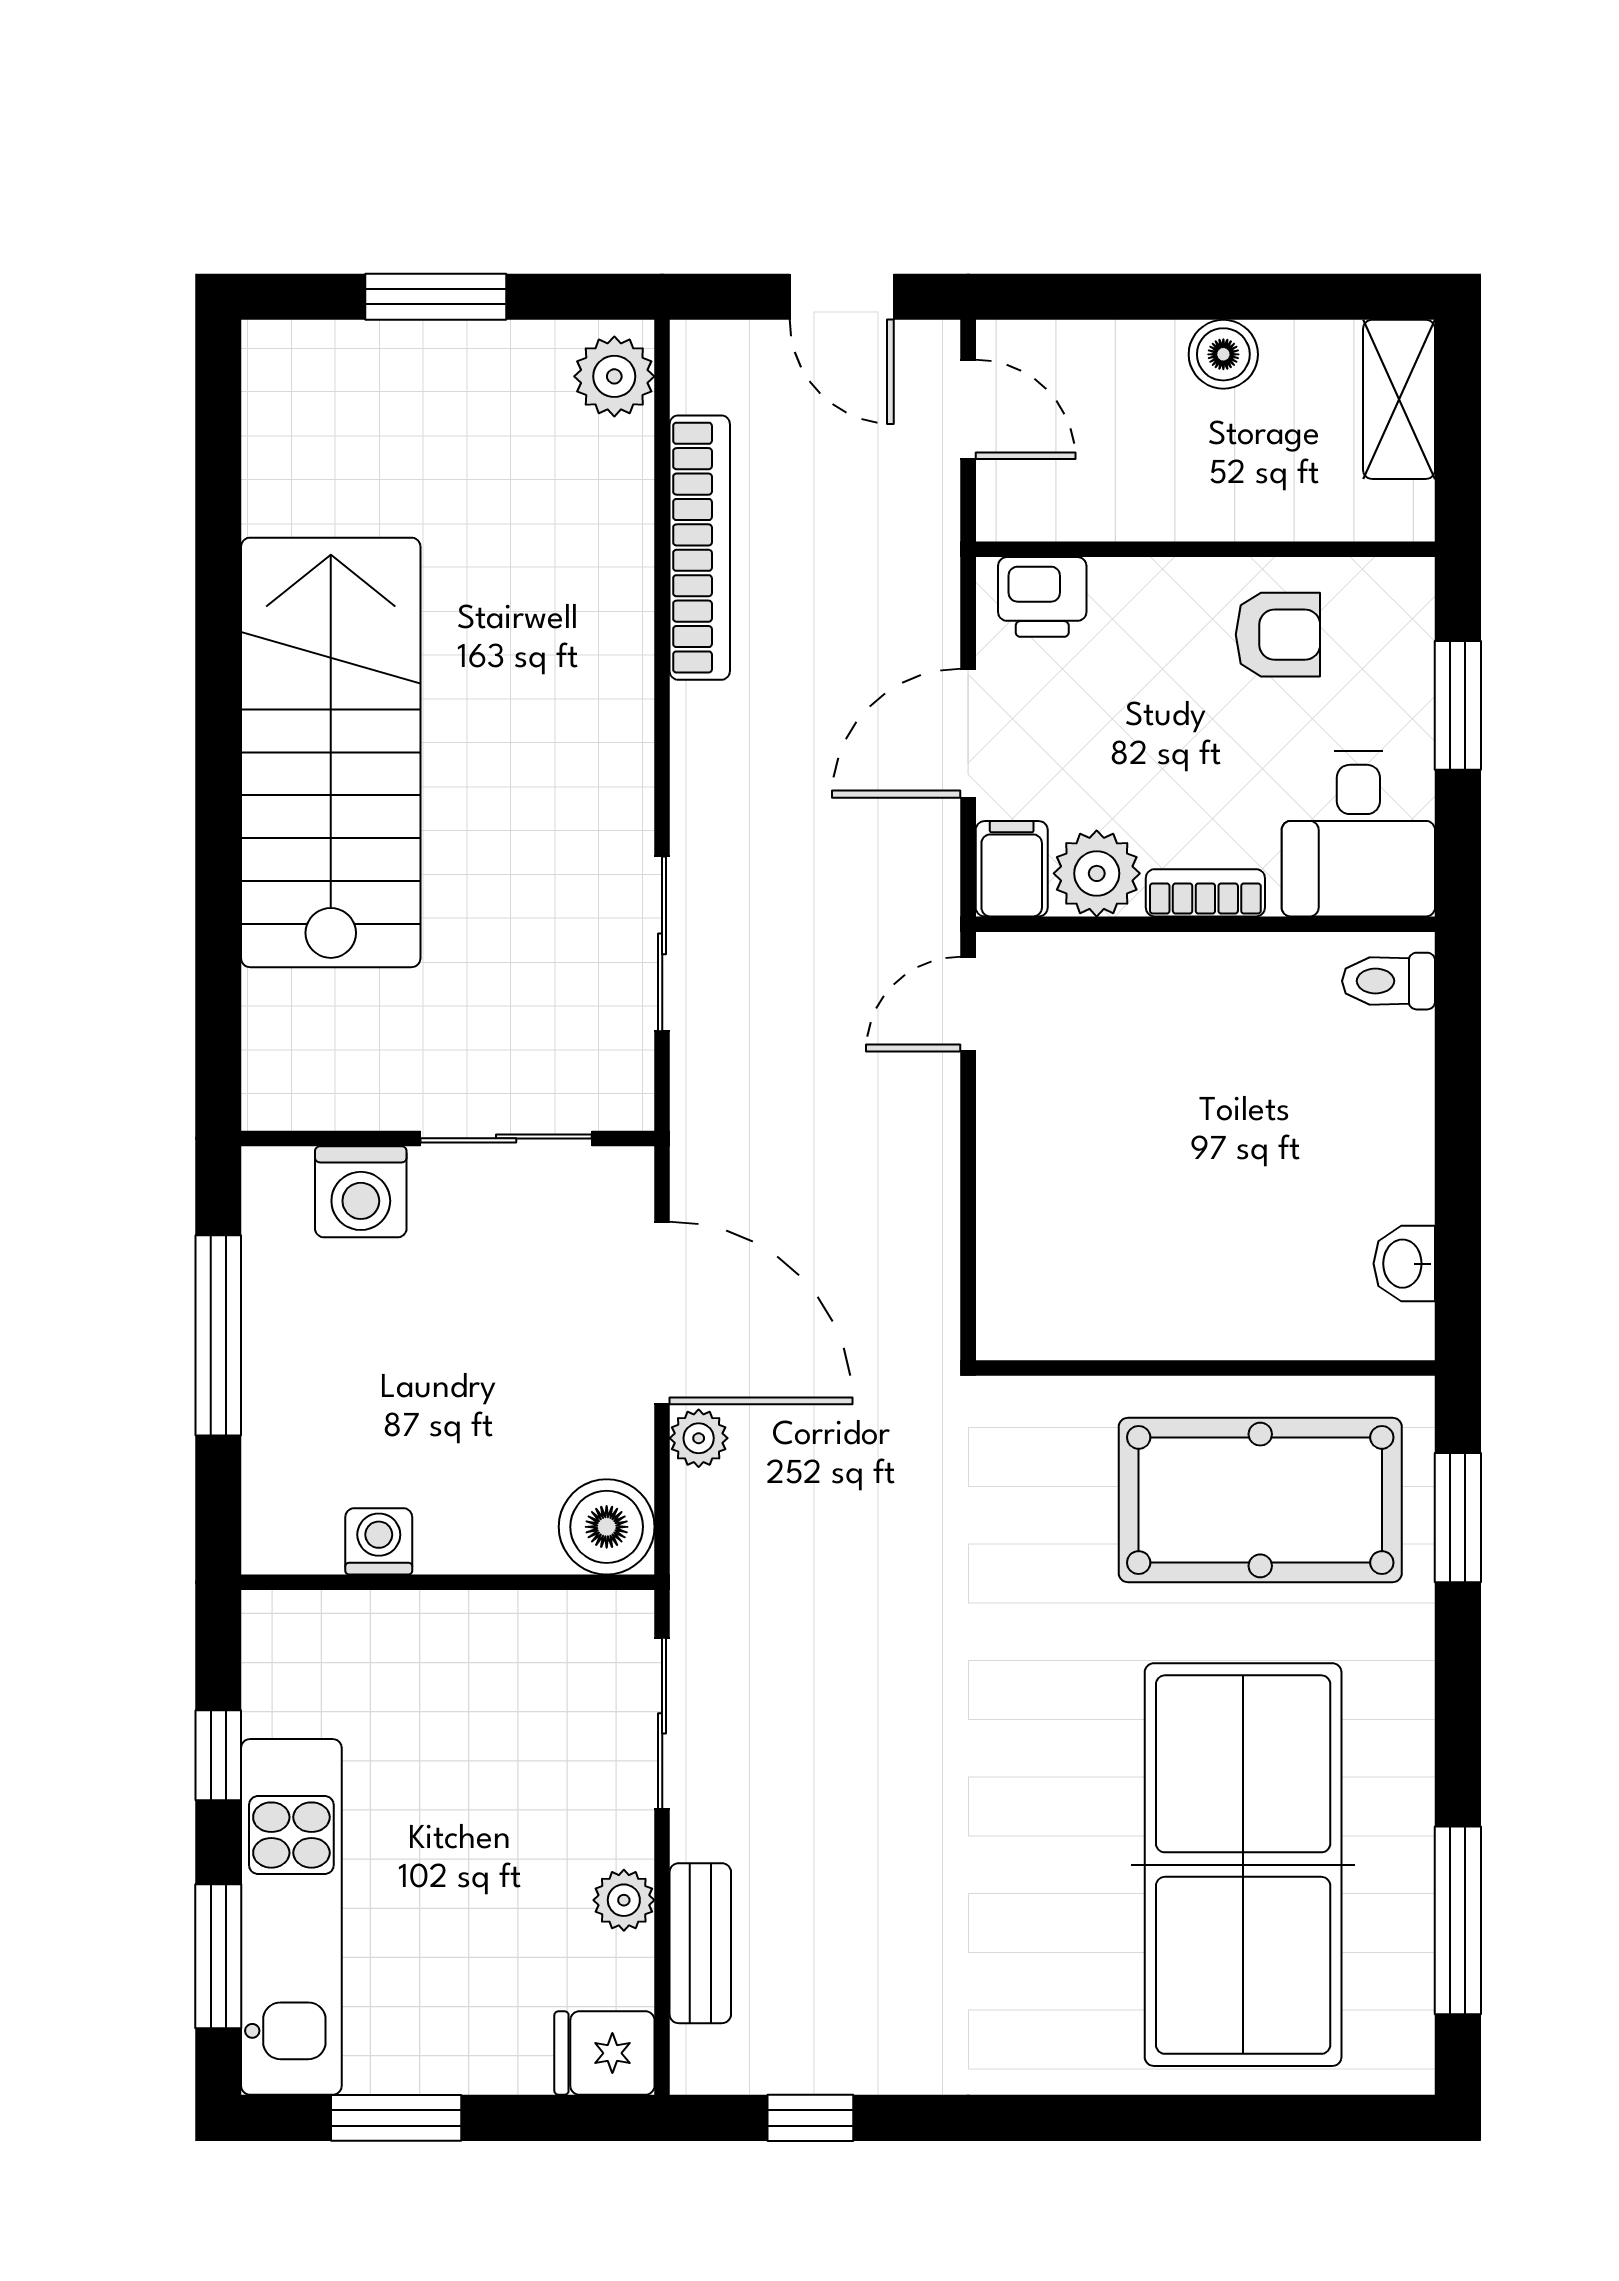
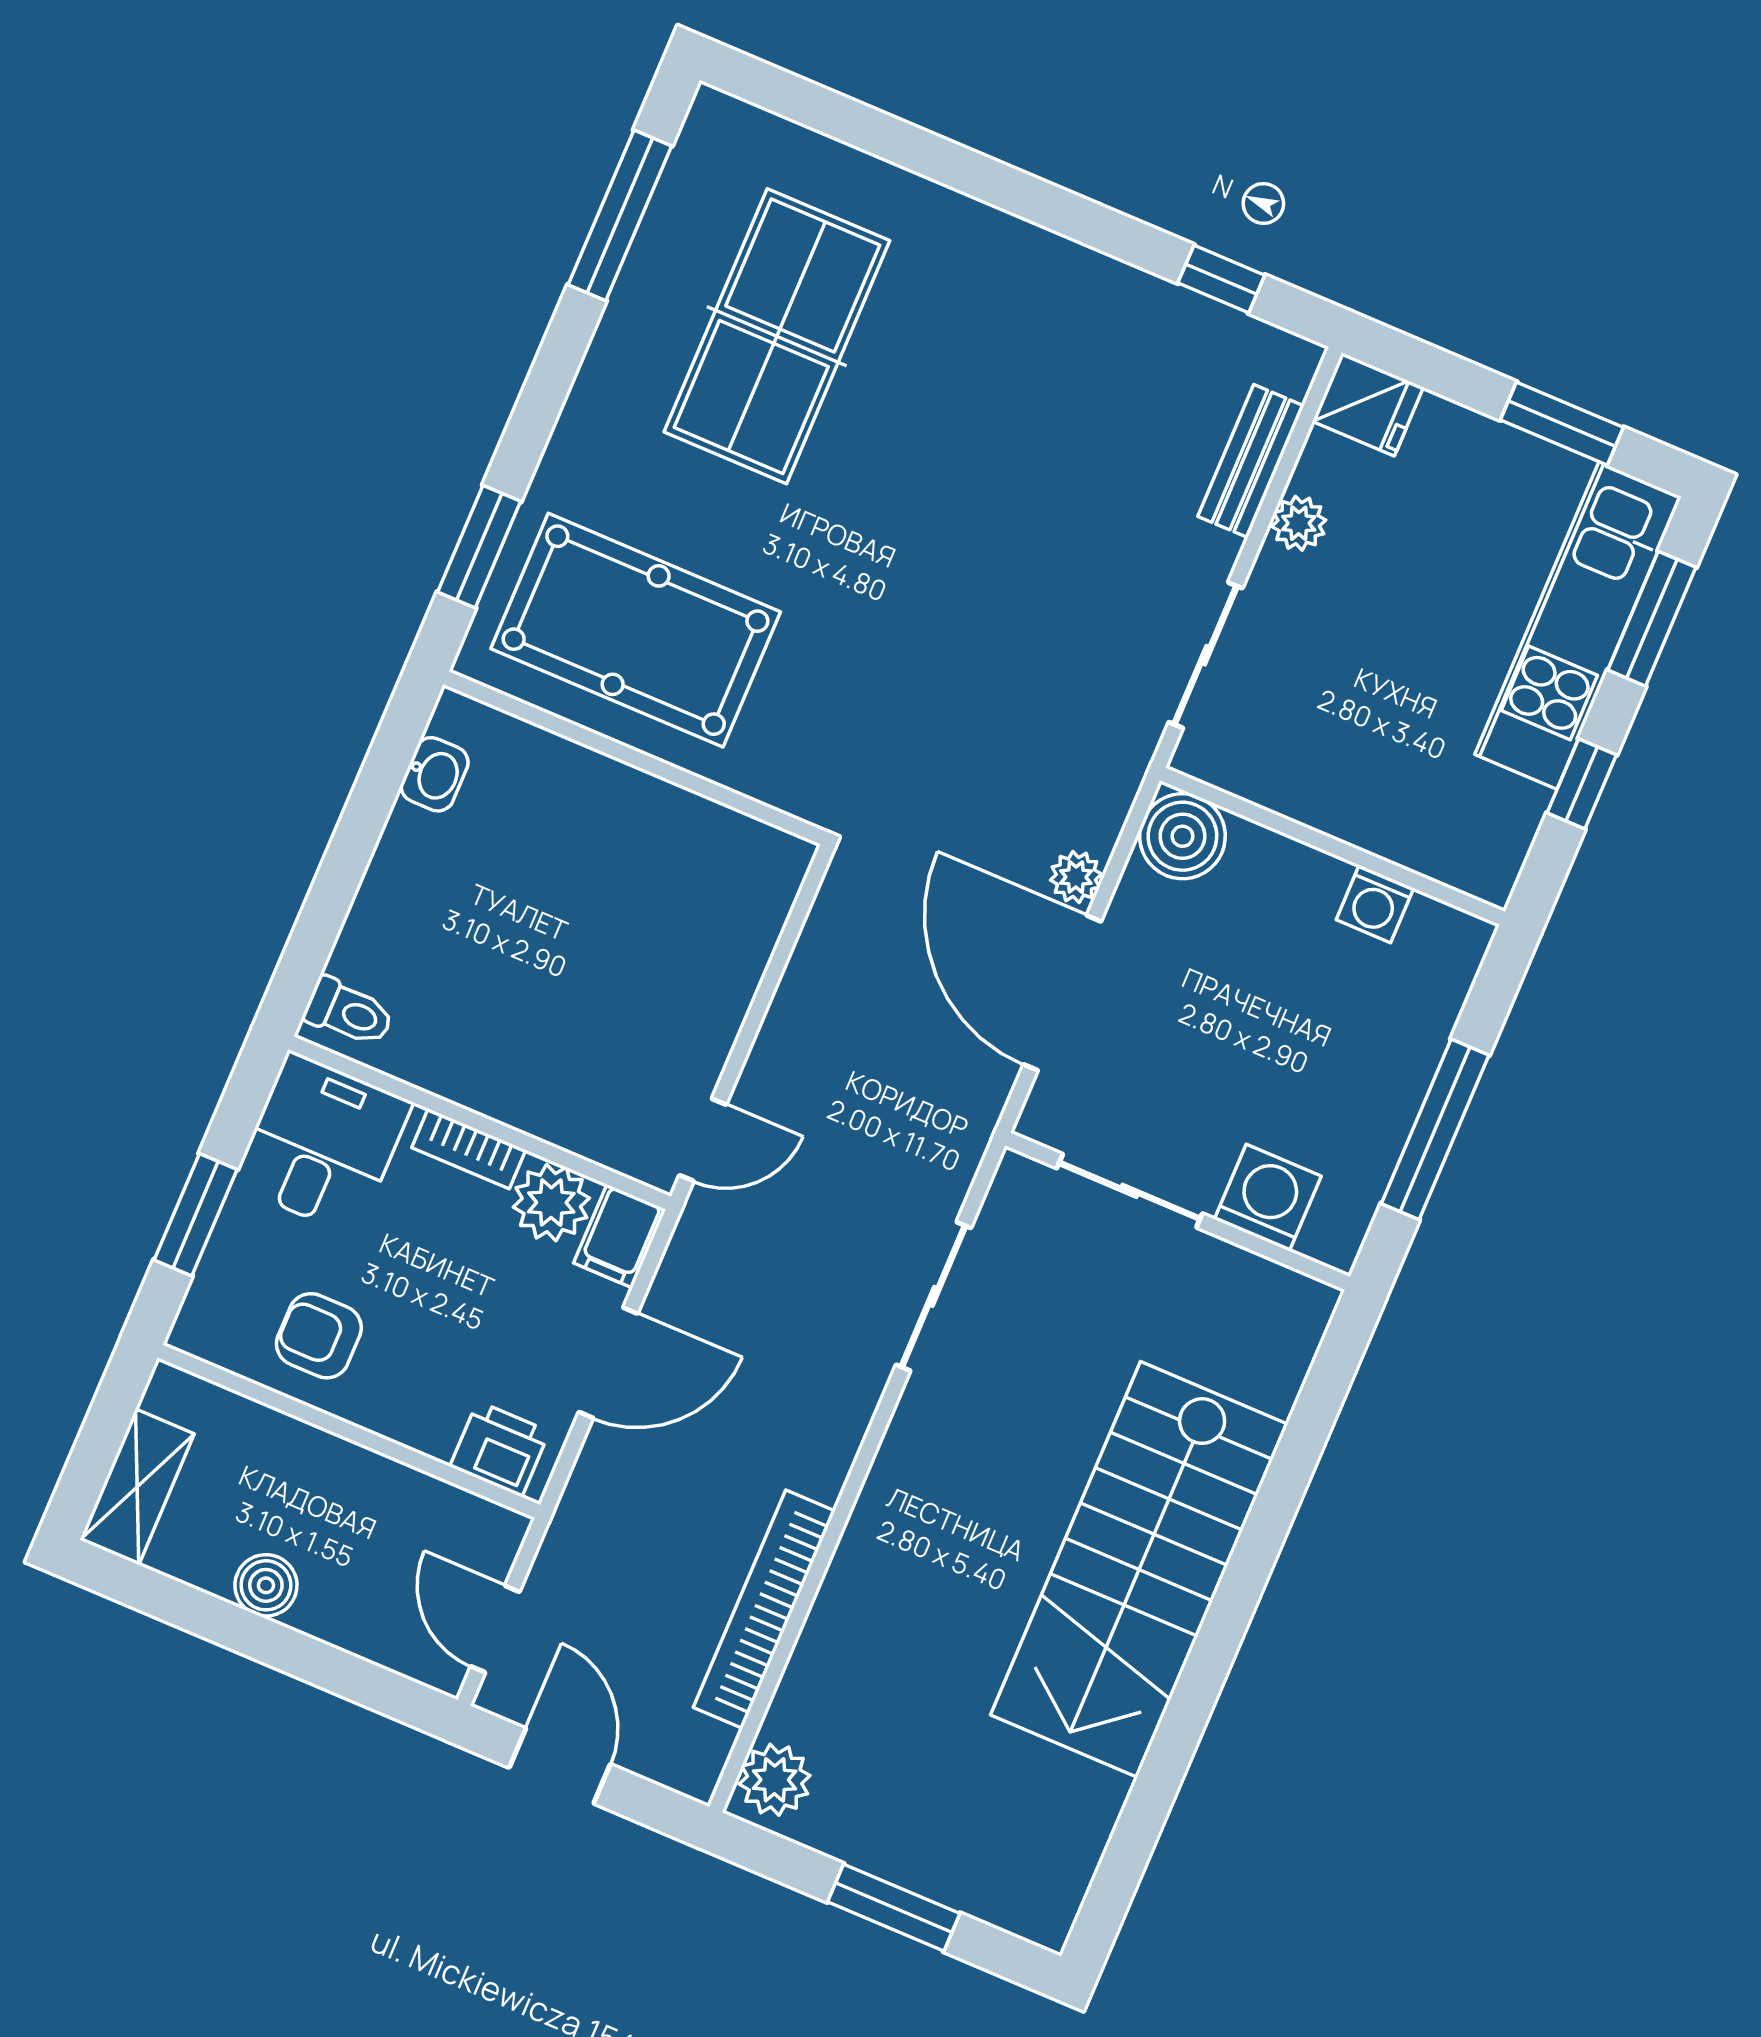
table tennis table: (1243, 1865) -> (777, 336), width x0.73, depth x0.76

